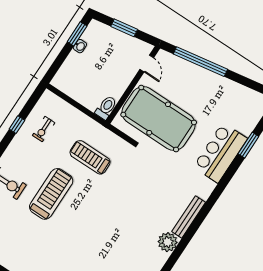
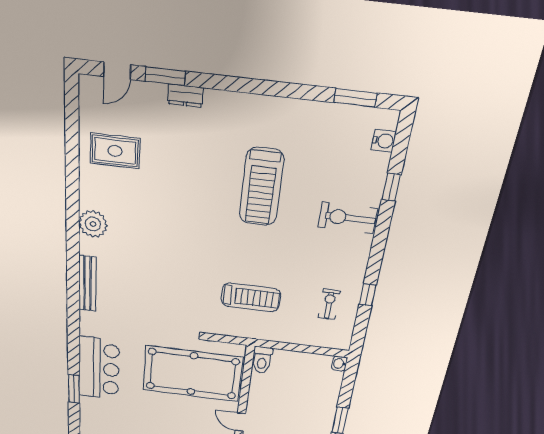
washbasin: (80, 46) -> (339, 364), moved
treadmill: (51, 194) -> (261, 187), moved
plant: (168, 242) -> (93, 224), moved

